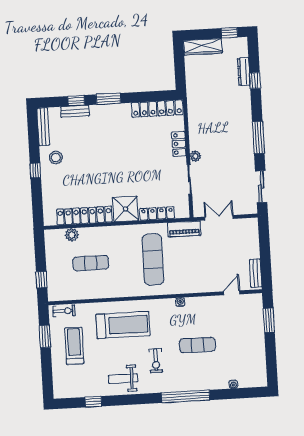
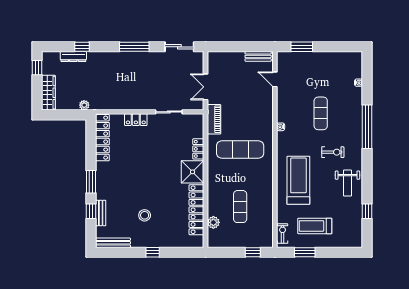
plant: (195, 156) -> (84, 105), moved
stool: (56, 157) -> (145, 215), moved
locker: (157, 213) -> (198, 149), width x0.66

